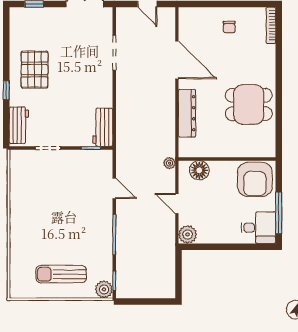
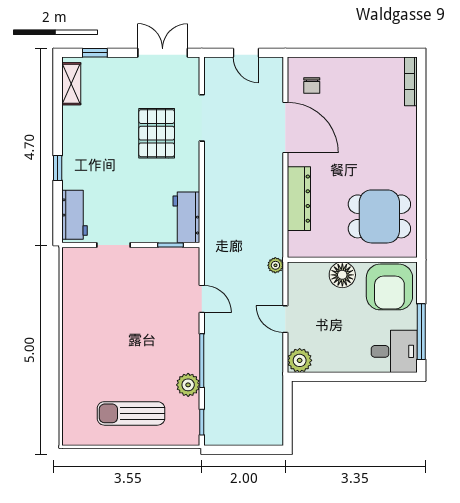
shelving: (16, 27) -> (71, 84), added
chair: (229, 27) -> (312, 85), moved
pallet: (34, 70) -> (157, 133), moved
dining table: (249, 104) -> (379, 216), moved
floor lamp: (199, 170) -> (342, 275), moved
plant: (104, 289) -> (188, 385), moved

